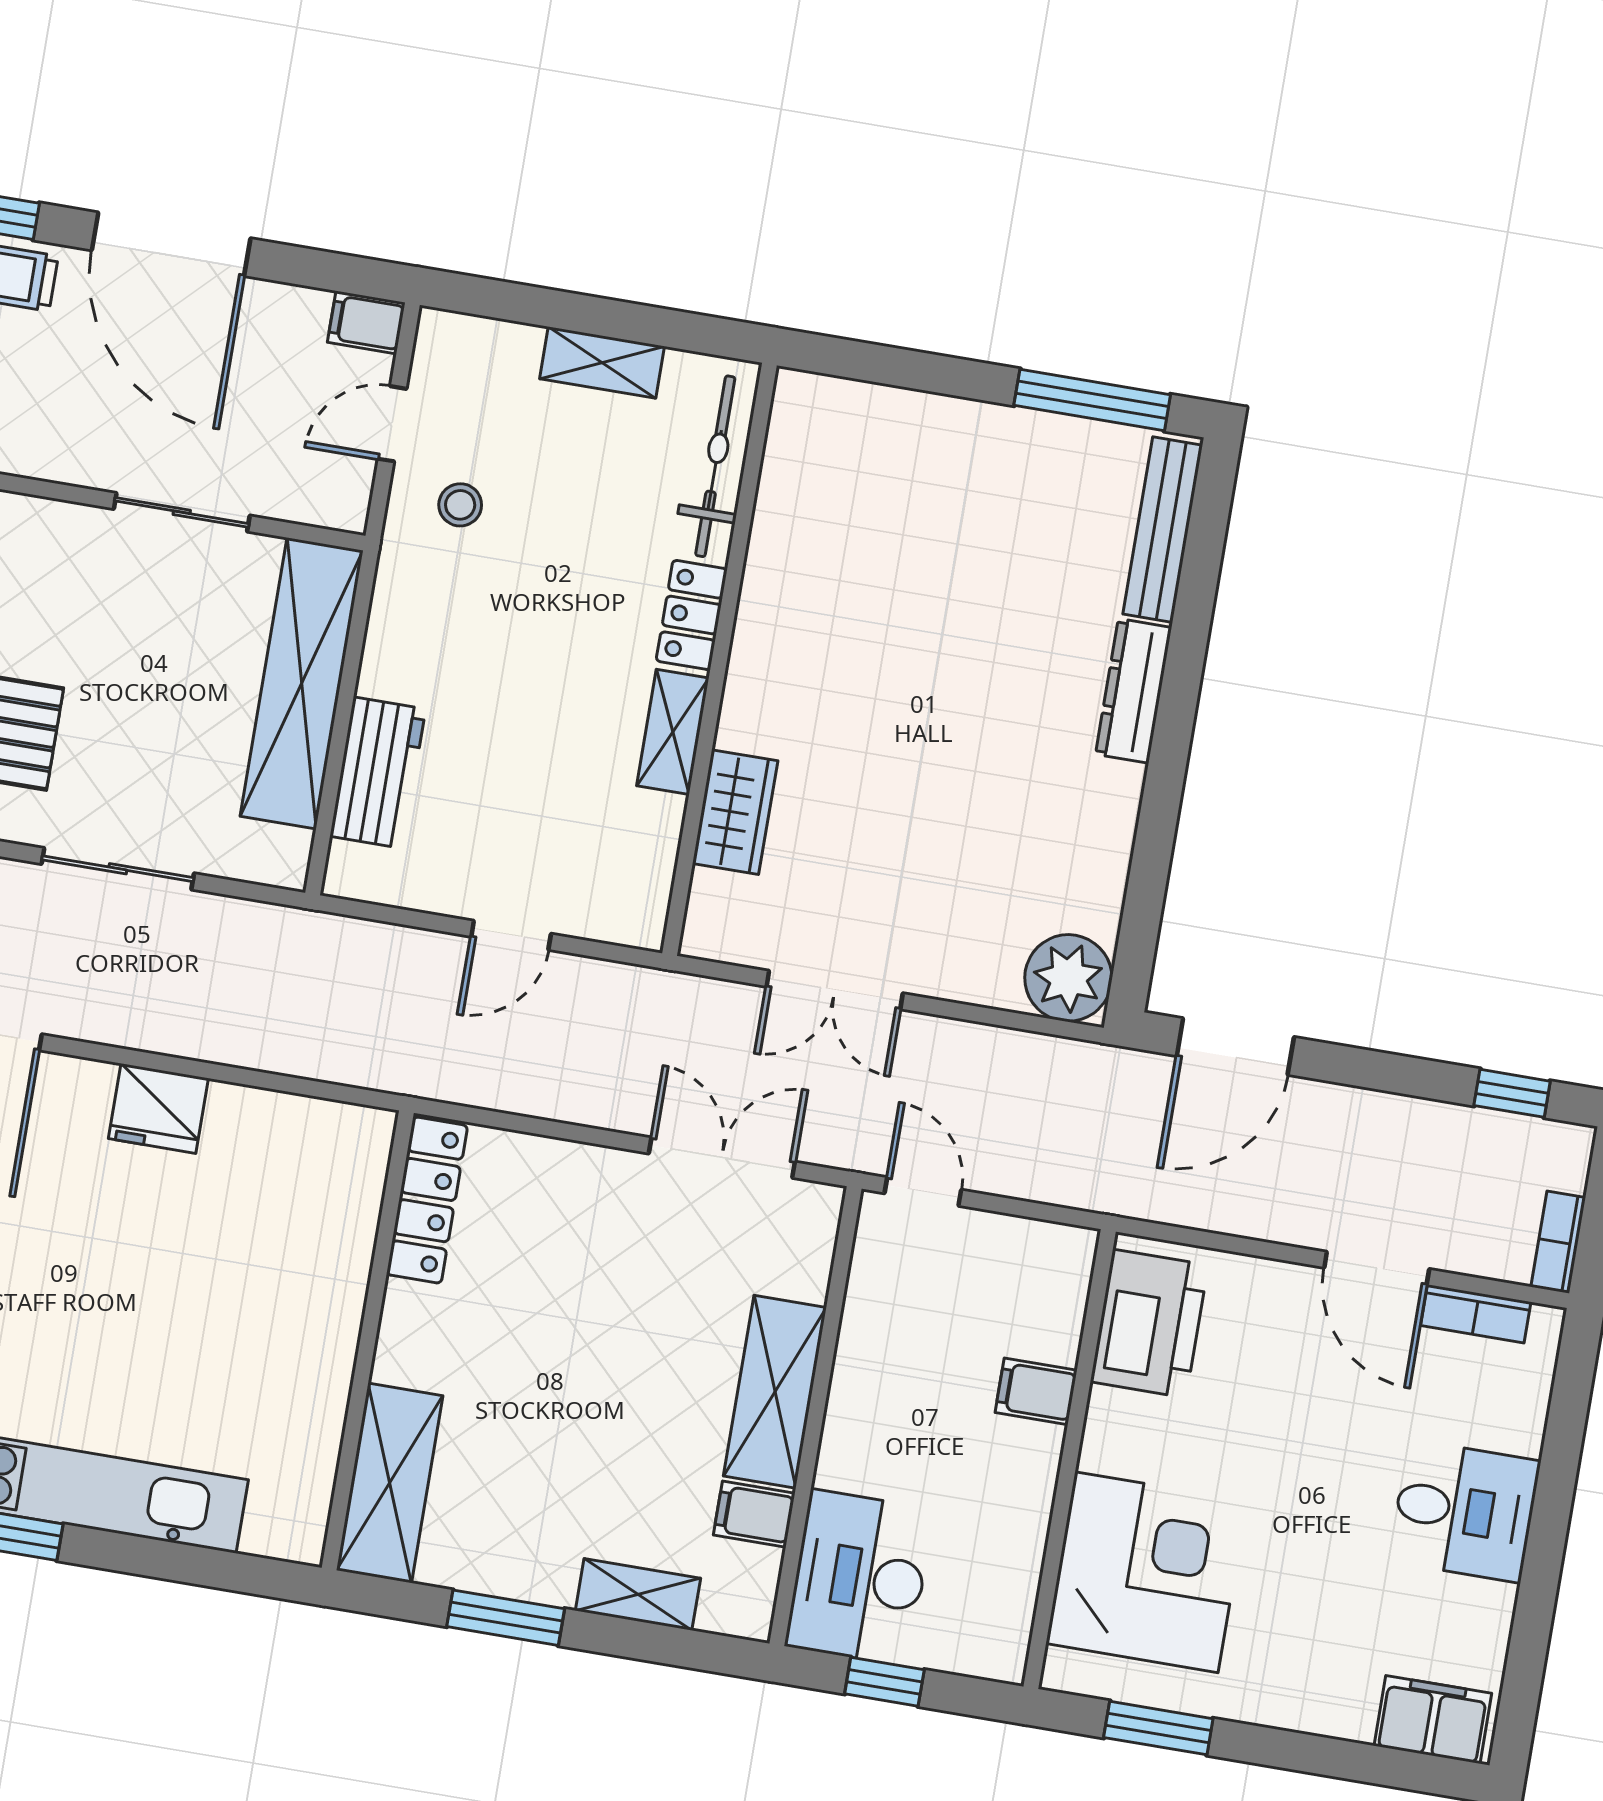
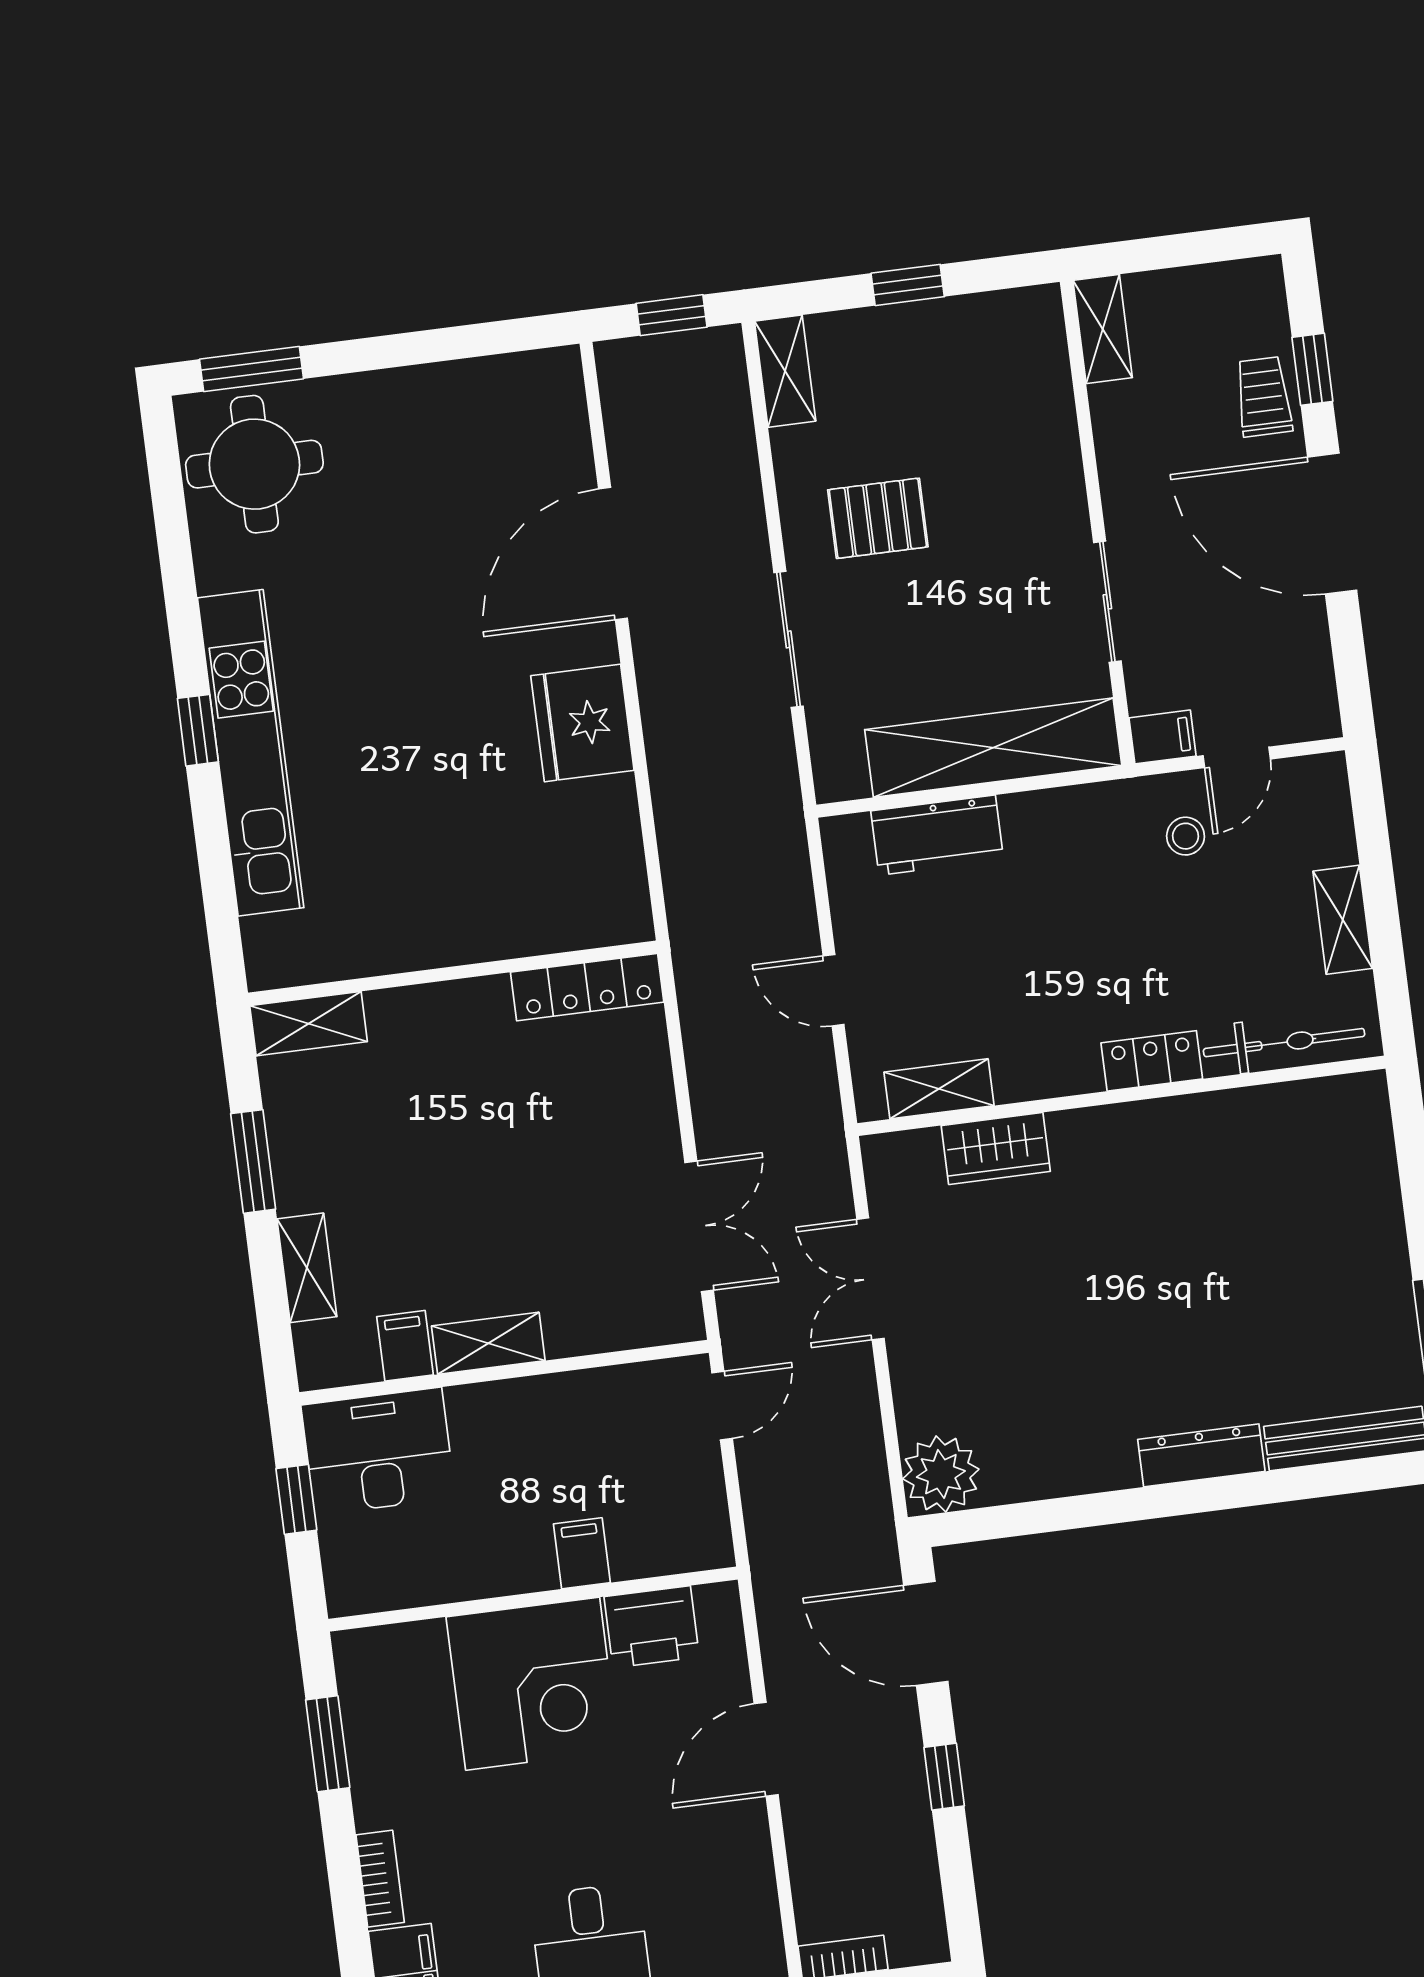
door: (171, 244) -> (1332, 524), hinge flipped
filing cabinet: (366, 322) -> (1163, 737), moved, turned 90
door: (392, 424) -> (1237, 757), swing flipped
shelving: (673, 732) -> (939, 1089), moved
window: (1512, 1093) -> (944, 1777), moved
fridge: (158, 1108) -> (582, 723), width x1.36, depth x1.34
door: (1377, 1268) -> (766, 1749), moved
bookcase: (1476, 1314) -> (380, 1879), moved, turned 180
printer: (1149, 1323) -> (652, 1627), width x0.73, depth x0.84
shelving: (775, 1392) -> (488, 1343), width x0.67, depth x0.75
shelving: (390, 1483) -> (309, 1024), width x0.67, depth x0.75
corner desk: (1146, 1572) -> (533, 1684), moved

